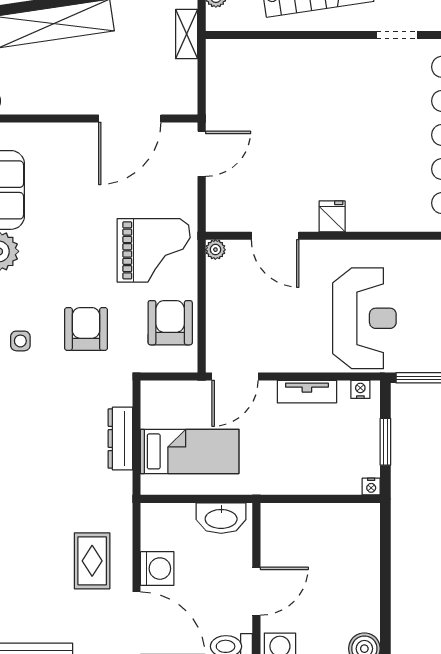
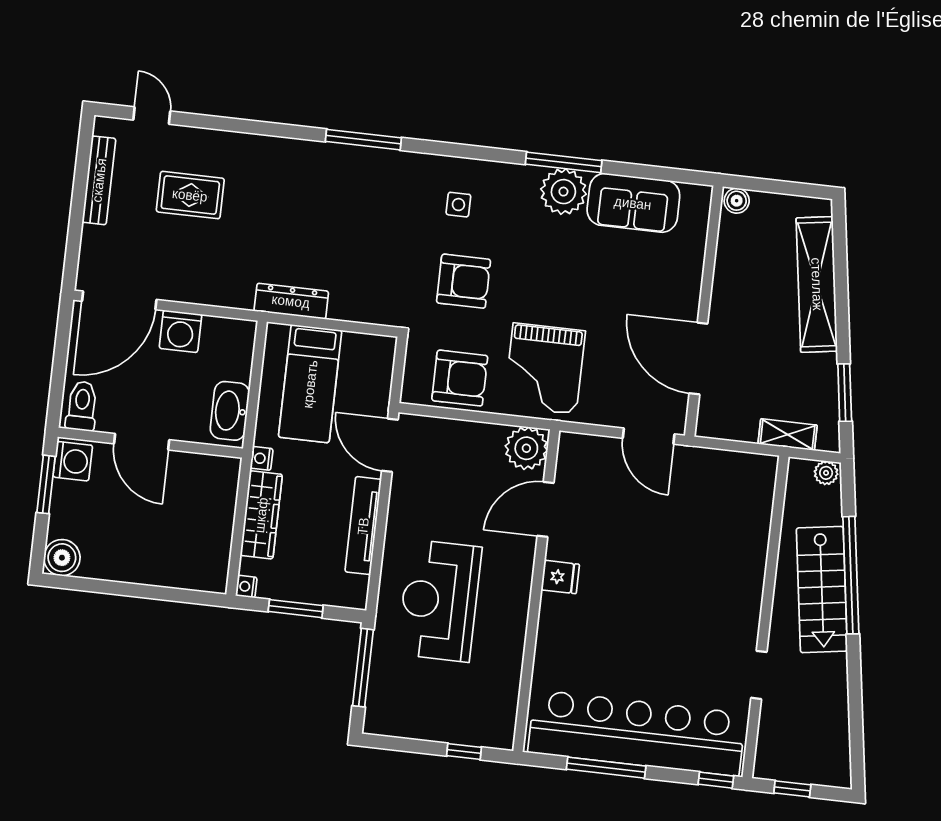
plant: (215, 250) -> (526, 448), width x1.87, depth x1.87
reception desk: (364, 318) -> (439, 601), turned 90
nightstand: (360, 389) -> (262, 458), moved, turned 180
tv unit: (307, 392) -> (363, 526), width x1.41
dresser: (120, 439) -> (291, 301), moved
wardrobe: (308, 481) -> (261, 515), added
rug: (92, 561) -> (190, 195), moved

